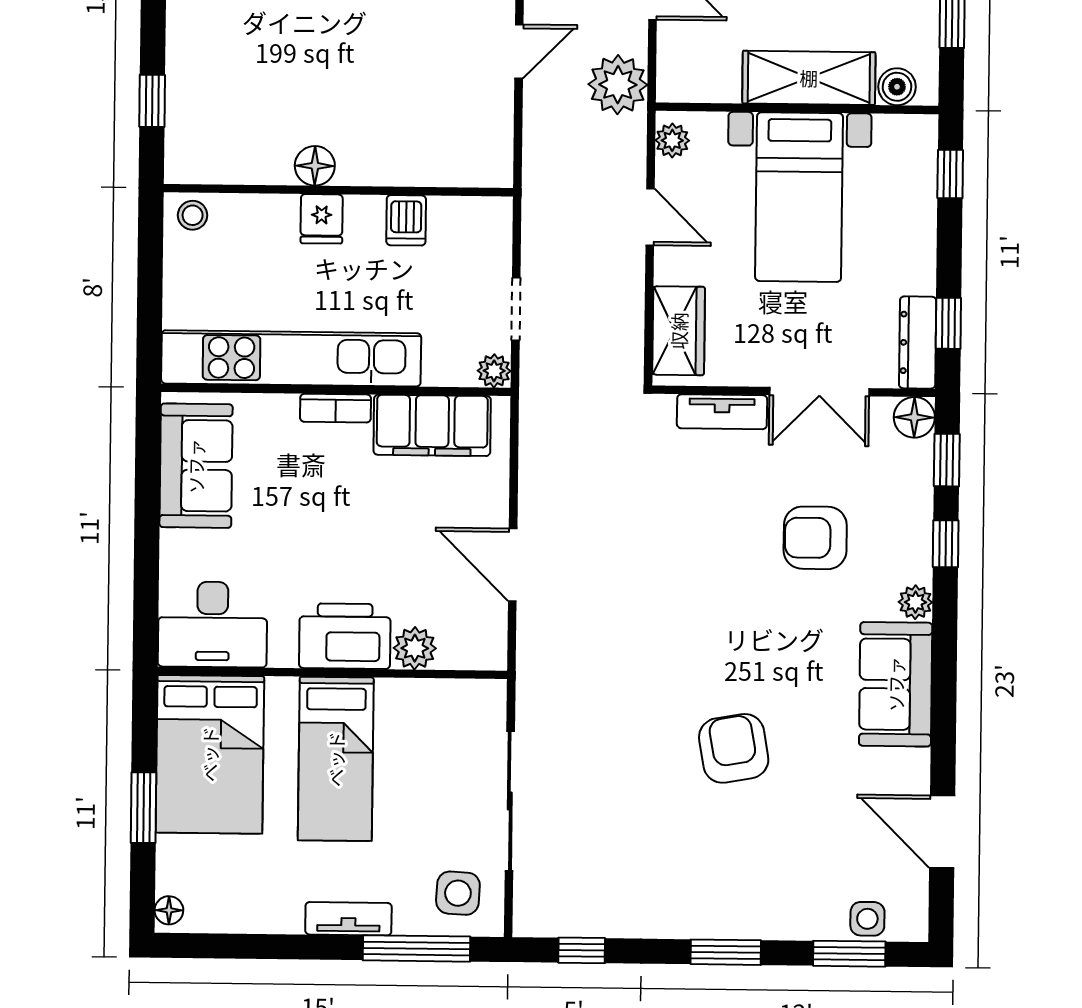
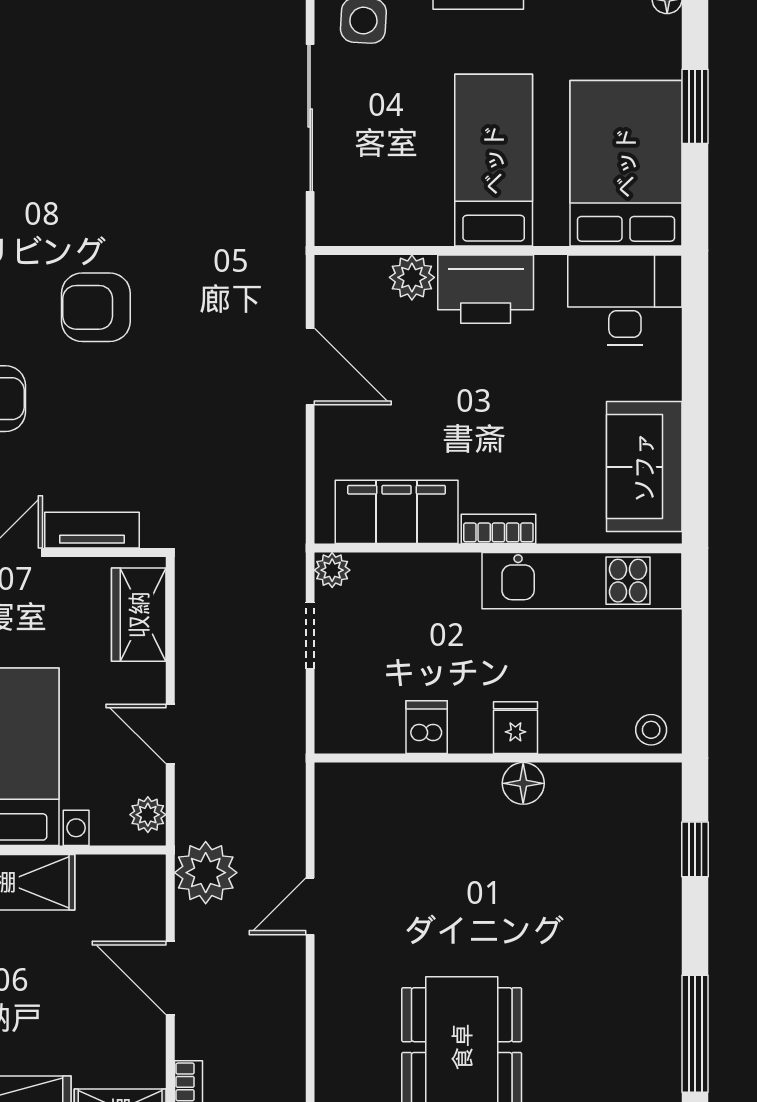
kitchen unit: (291, 358) -> (582, 581), width x0.73
armchair: (734, 748) -> (96, 307), moved, turned 100

